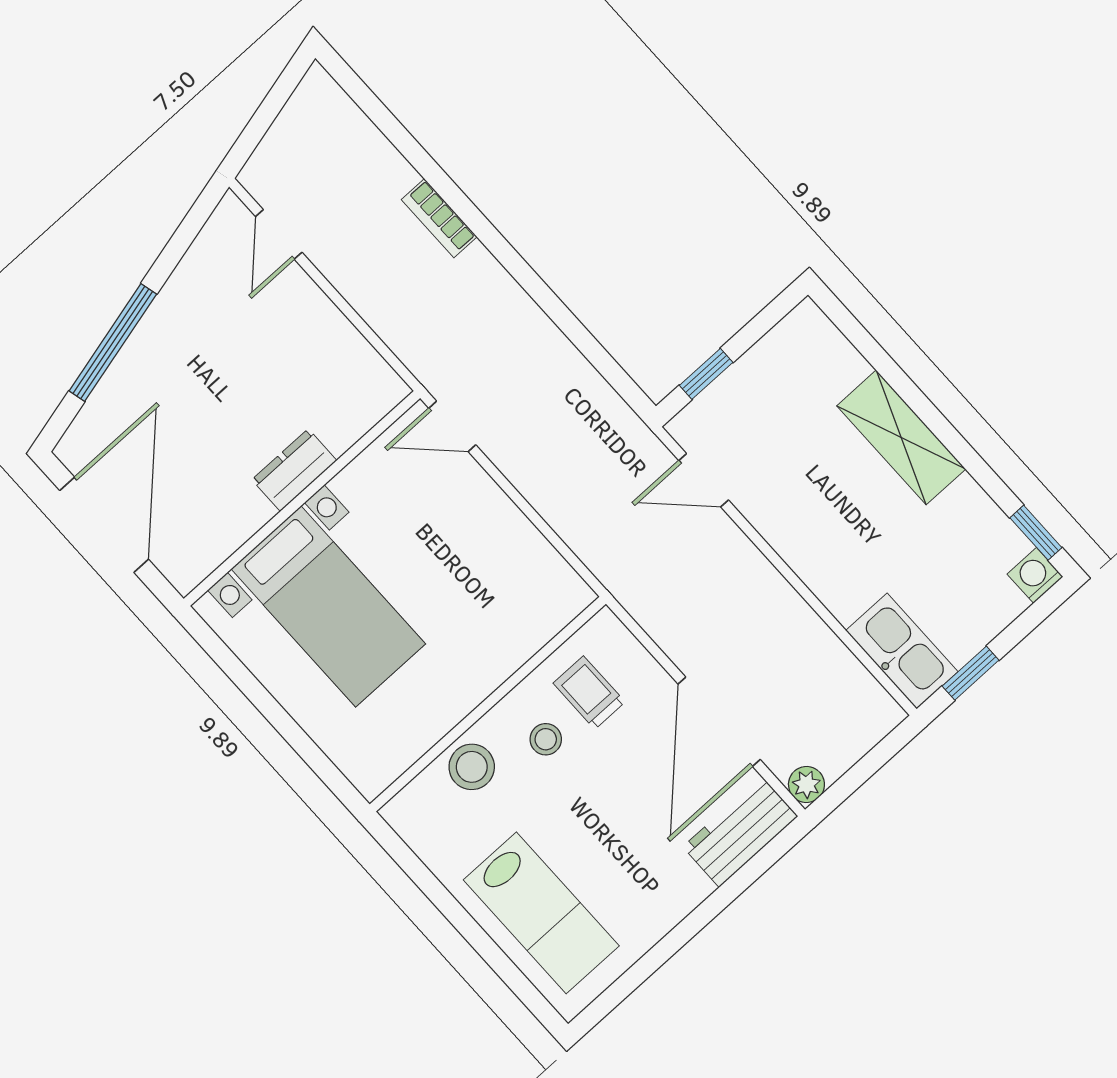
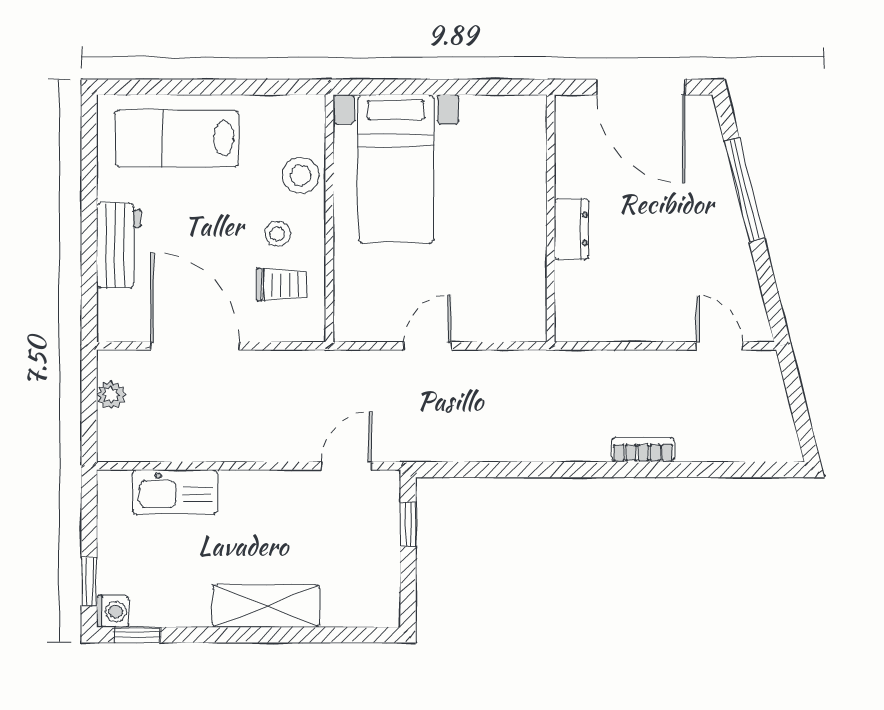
door: (452, 426) -> (427, 346), moved
bed with nightstands: (328, 606) -> (396, 169), moved, turned -90
kitchen sink: (902, 651) -> (175, 492), moved
window: (971, 673) -> (89, 582), moved
plant: (806, 785) -> (111, 395), moved
workbench: (740, 832) -> (119, 245), moved

